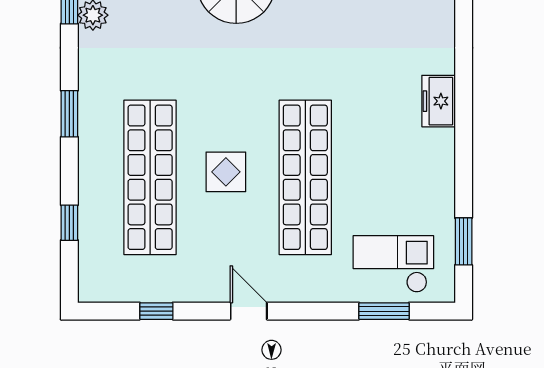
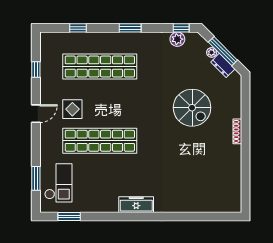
freezer: (439, 101) -> (136, 205), width x1.40
display table: (226, 172) -> (72, 109), moved

